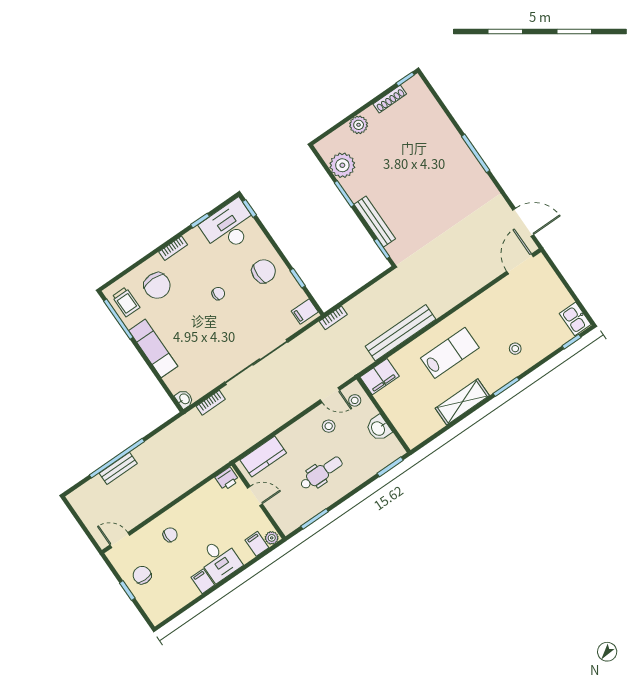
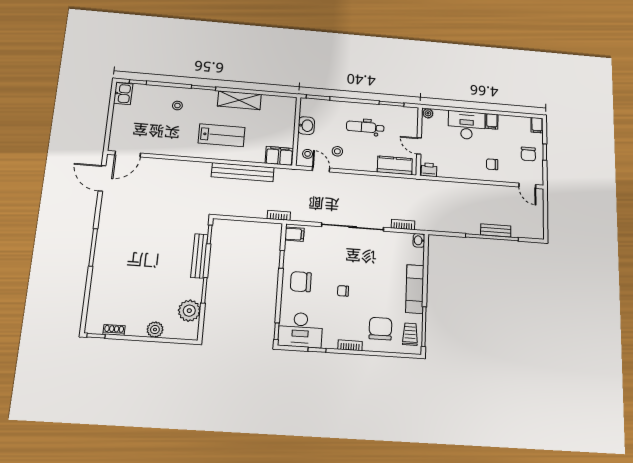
shoe rack: (390, 99) -> (114, 330), width x0.70
lab bench: (450, 353) -> (222, 135), turned 180
filing cabinet: (257, 544) -> (537, 125), moved
desk: (219, 560) -> (467, 125), width x1.37

